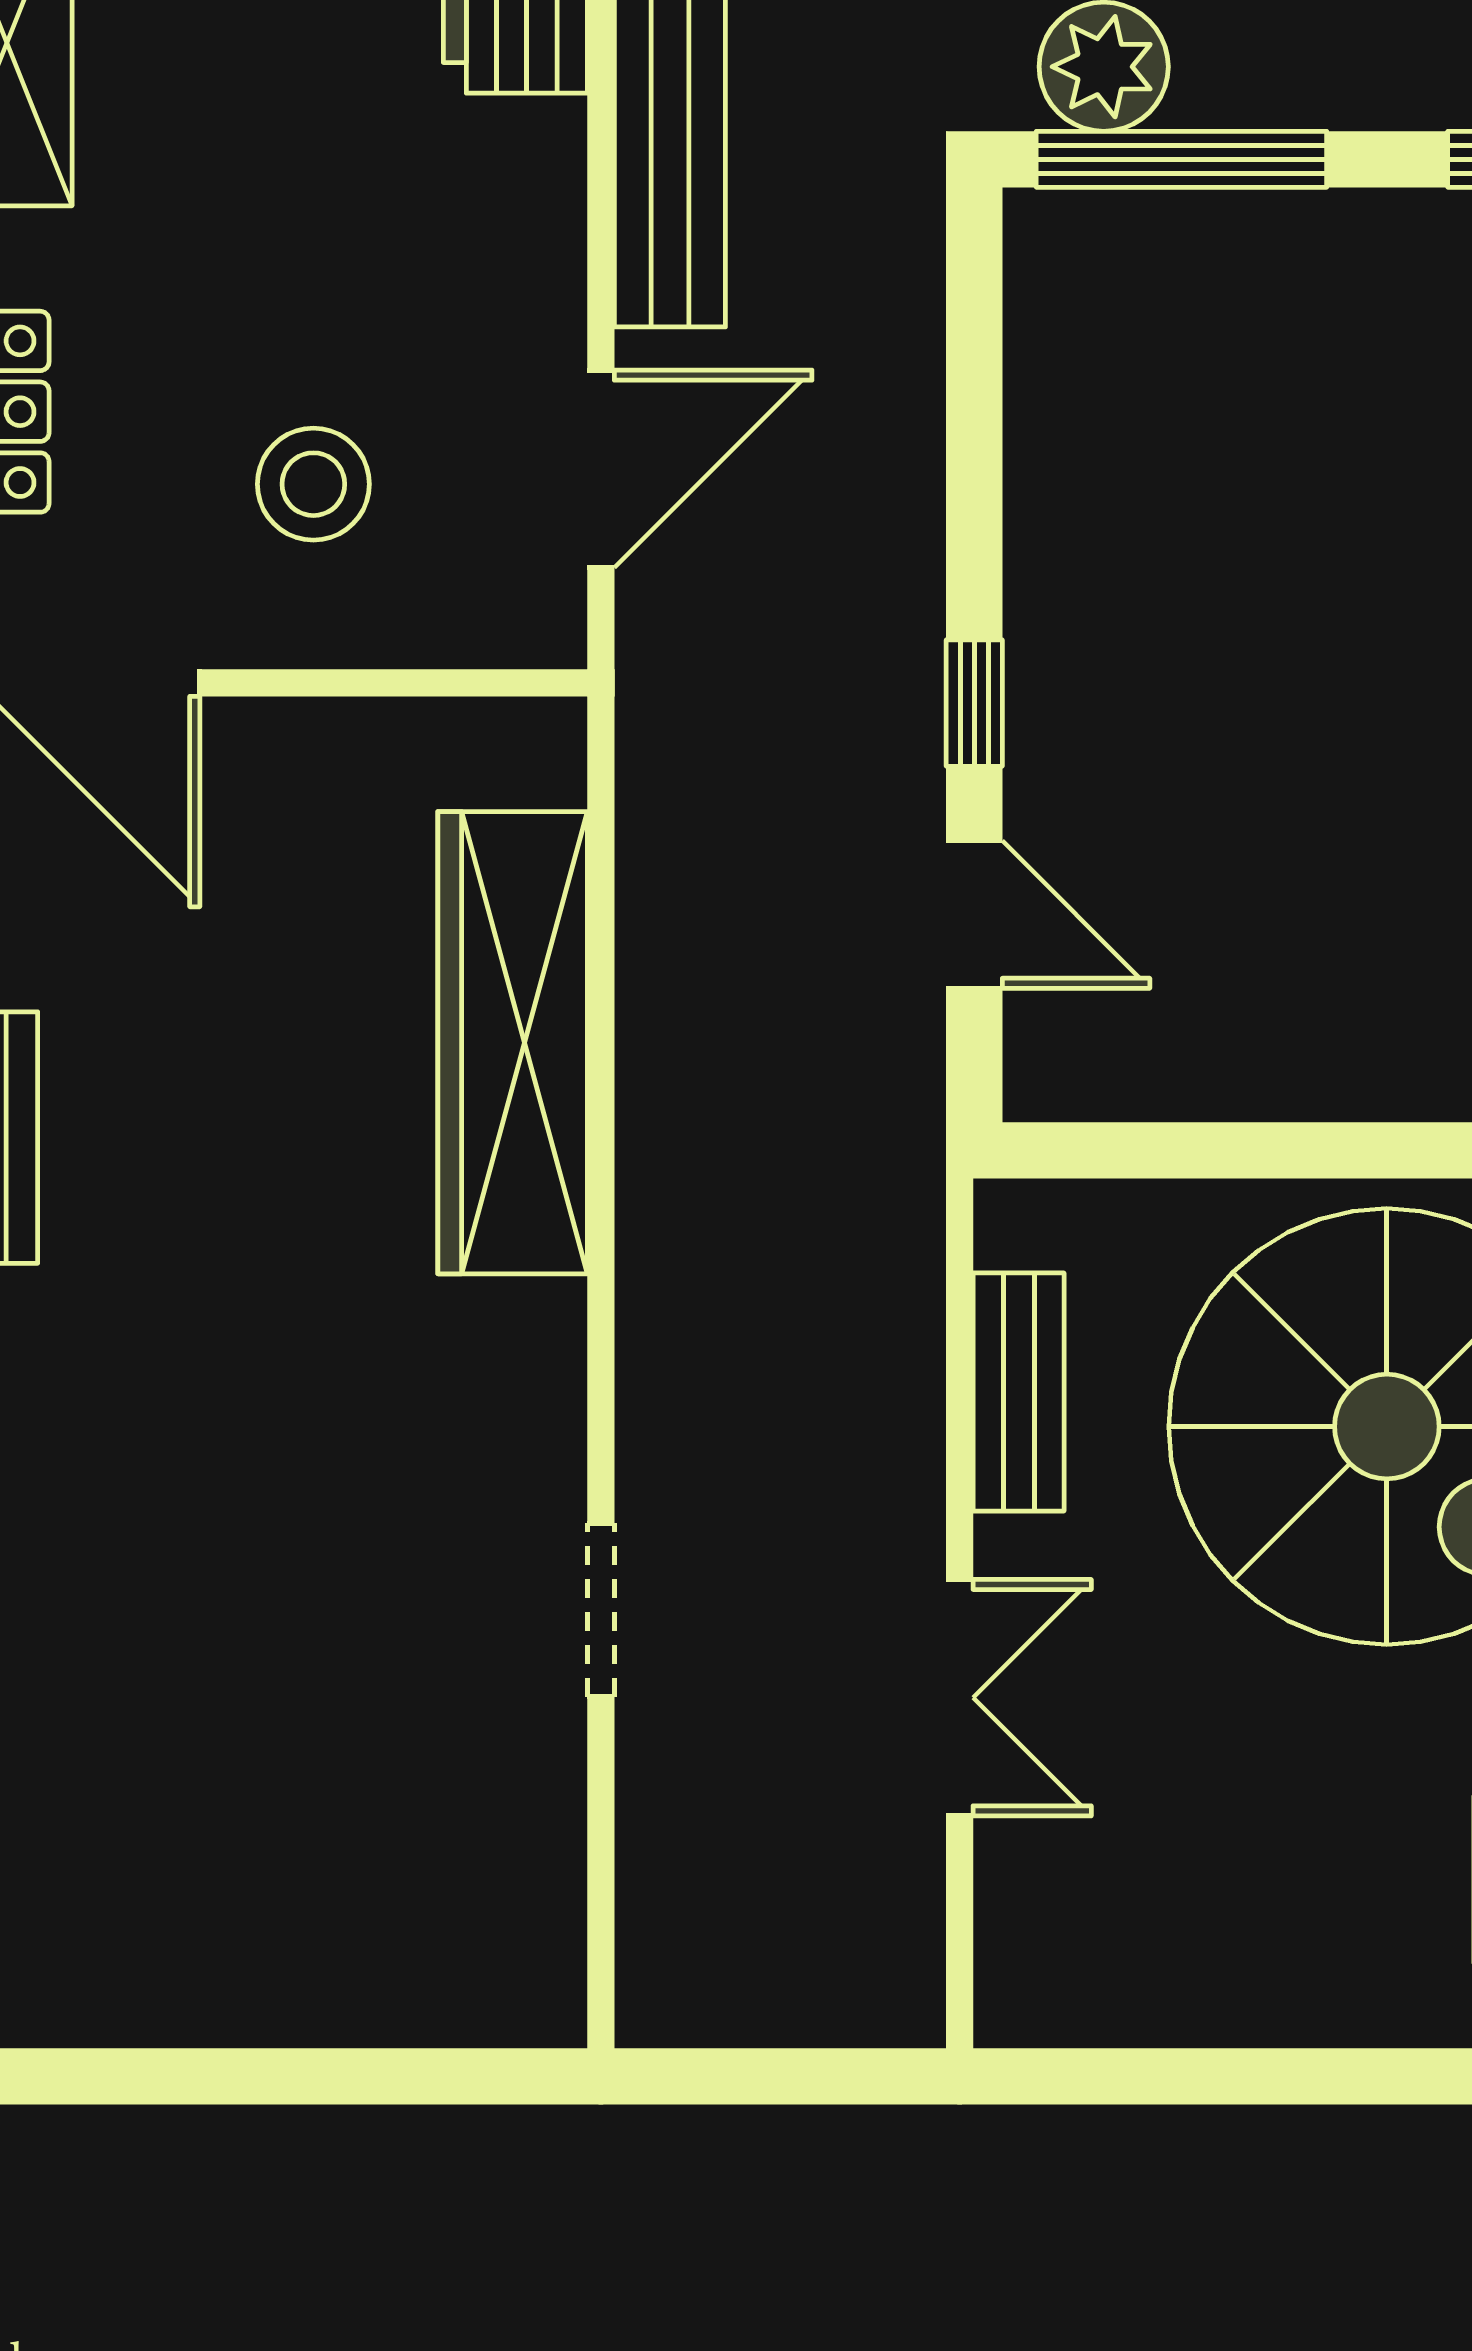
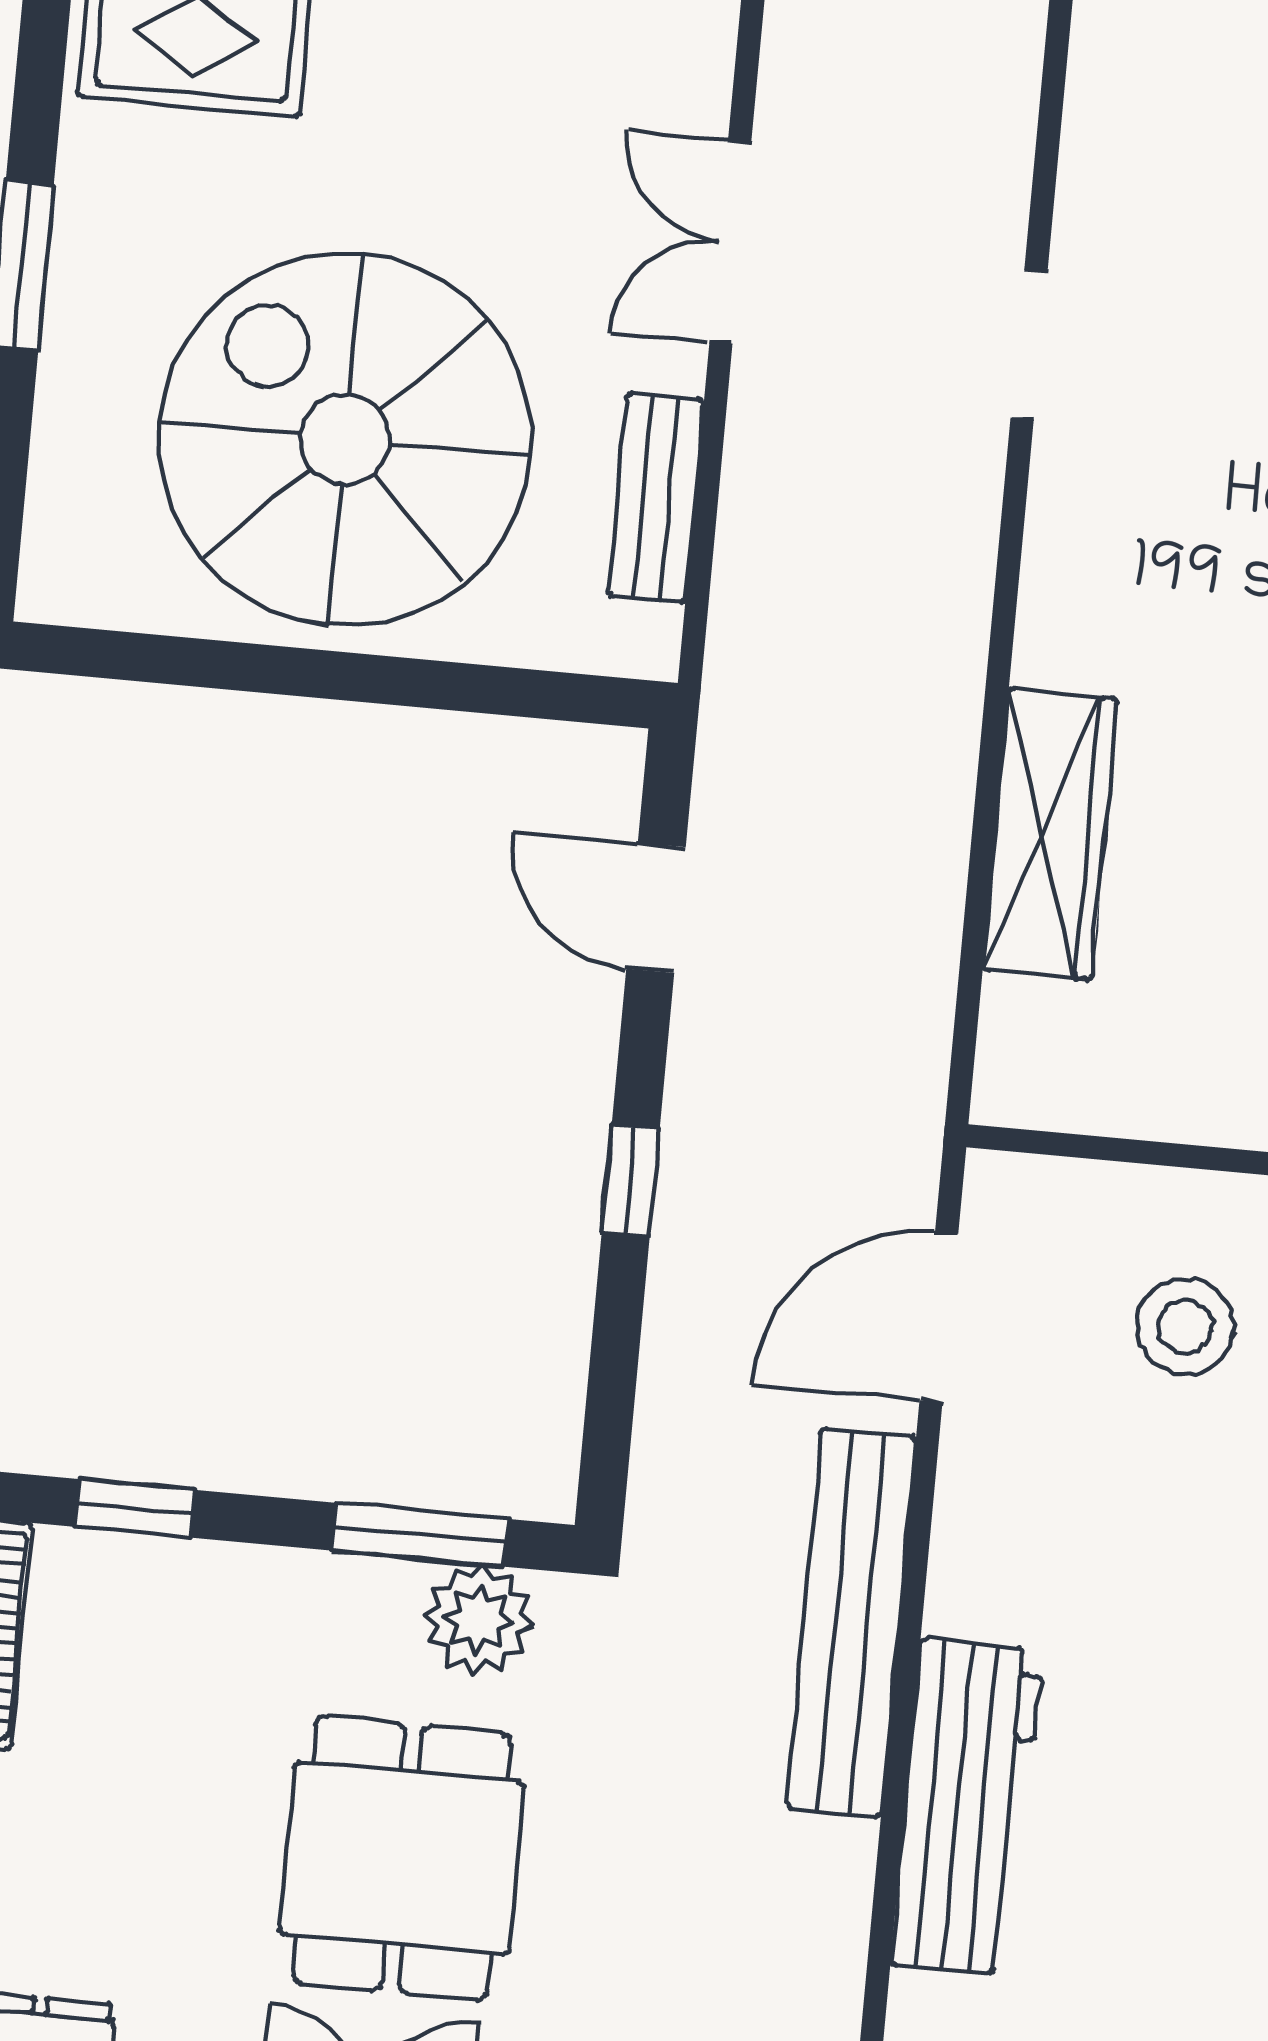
window: (1181, 159) -> (420, 1535), width x0.69
window: (974, 703) -> (631, 1180), moved
wardrobe: (513, 1043) -> (1050, 834), width x0.71, depth x0.85

